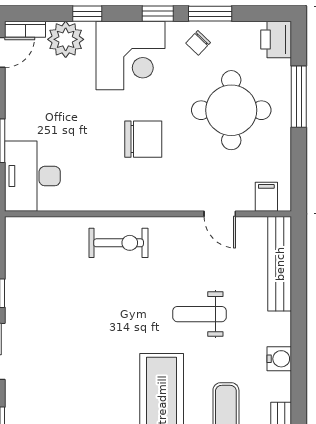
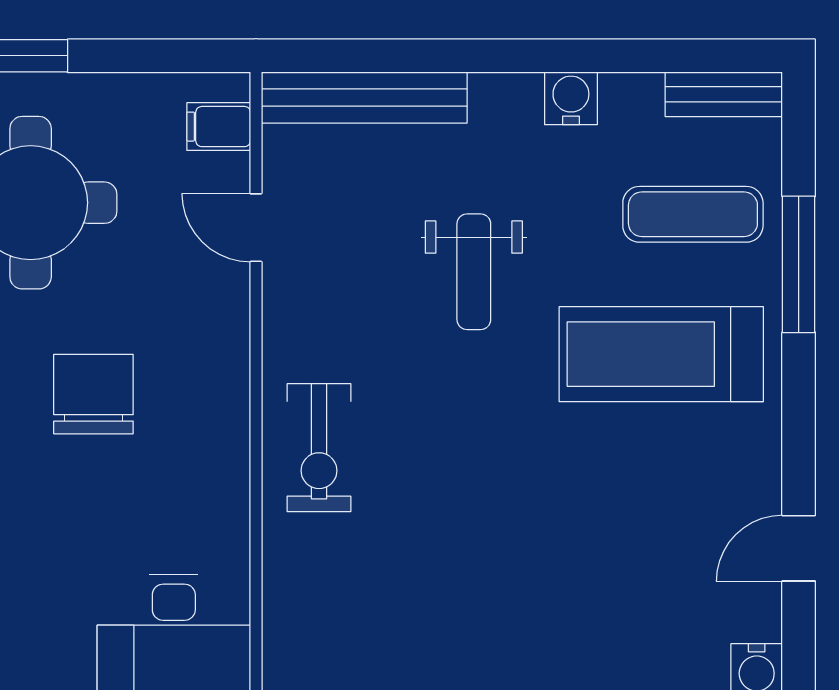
door: (220, 214) -> (256, 228), swing flipped
exercise bike: (119, 243) -> (319, 448), turned 180

